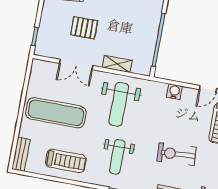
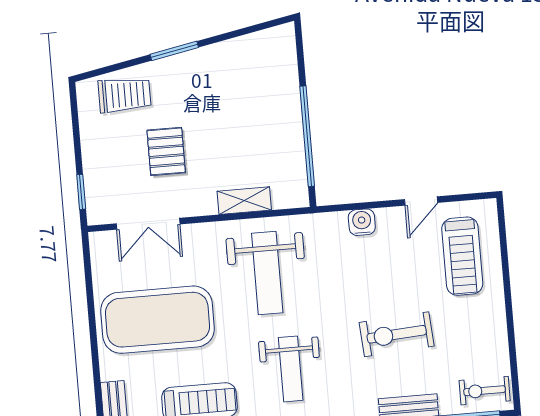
pallet: (84, 28) -> (166, 151), turned 90
double door: (76, 64) -> (148, 224), moved
exercise mat: (56, 113) -> (158, 320), width x1.47

